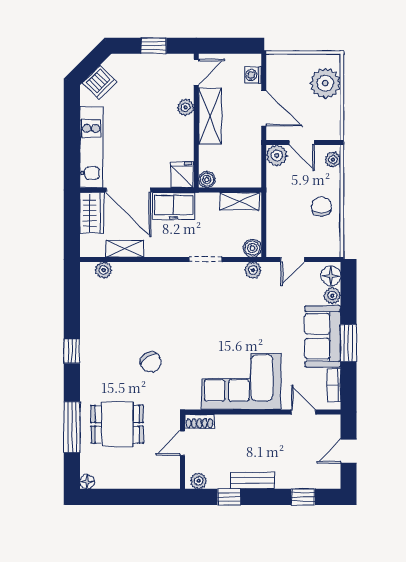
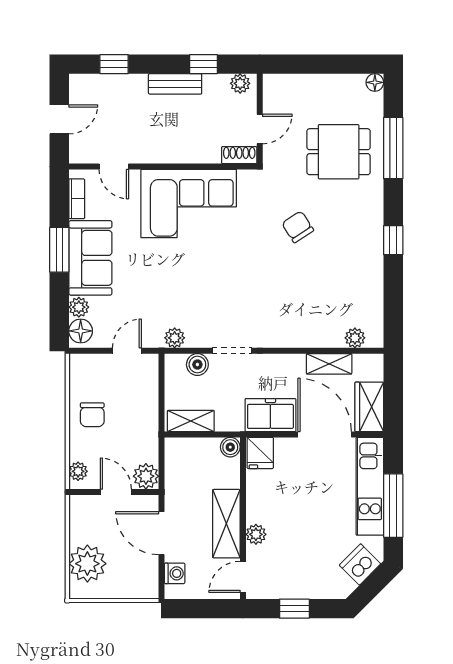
window: (72, 131) -> (393, 506), added
boiler: (252, 248) -> (197, 365), moved

